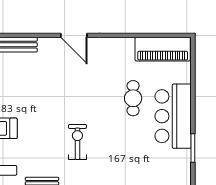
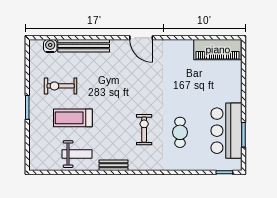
cafe table: (133, 98) -> (180, 132), moved
bar counter: (173, 116) -> (226, 131), moved

